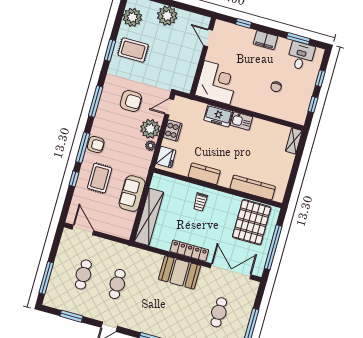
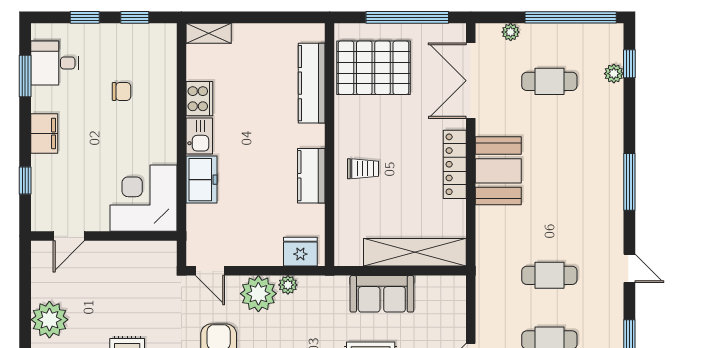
cooker: (173, 131) -> (199, 99), moved, turned 90
plant: (250, 299) -> (511, 32), added

